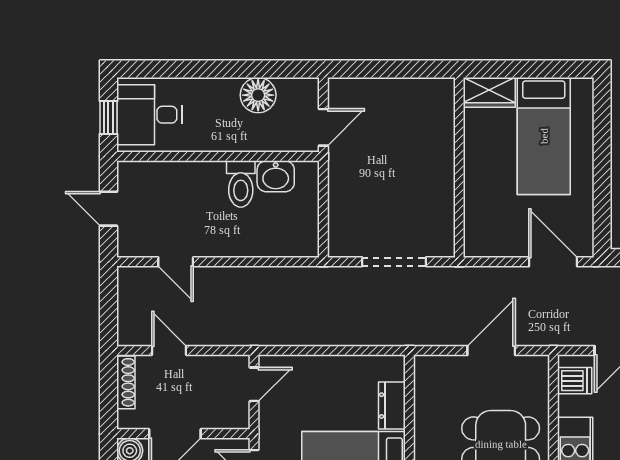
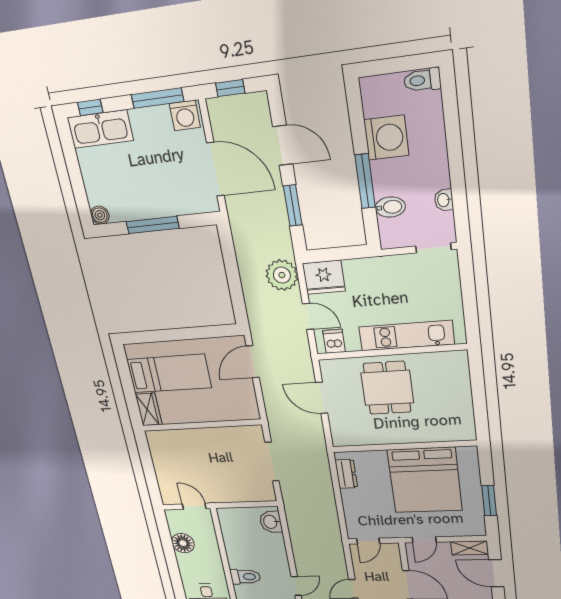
washbasin: (276, 176) -> (271, 522), moved, turned 180
toilet: (241, 184) -> (245, 577), moved
door: (254, 384) -> (368, 541), swing flipped
dresser: (392, 406) -> (346, 474), moved, turned -90

